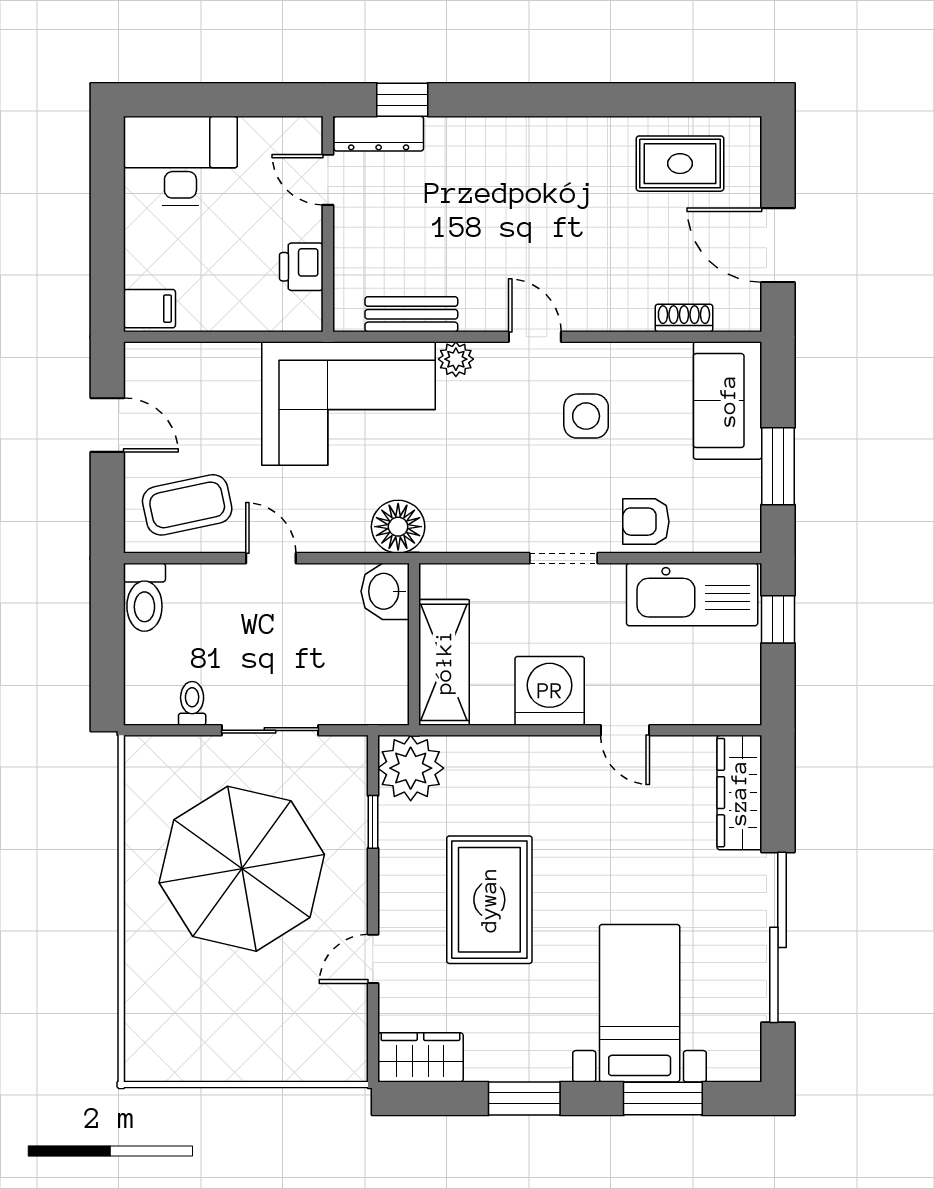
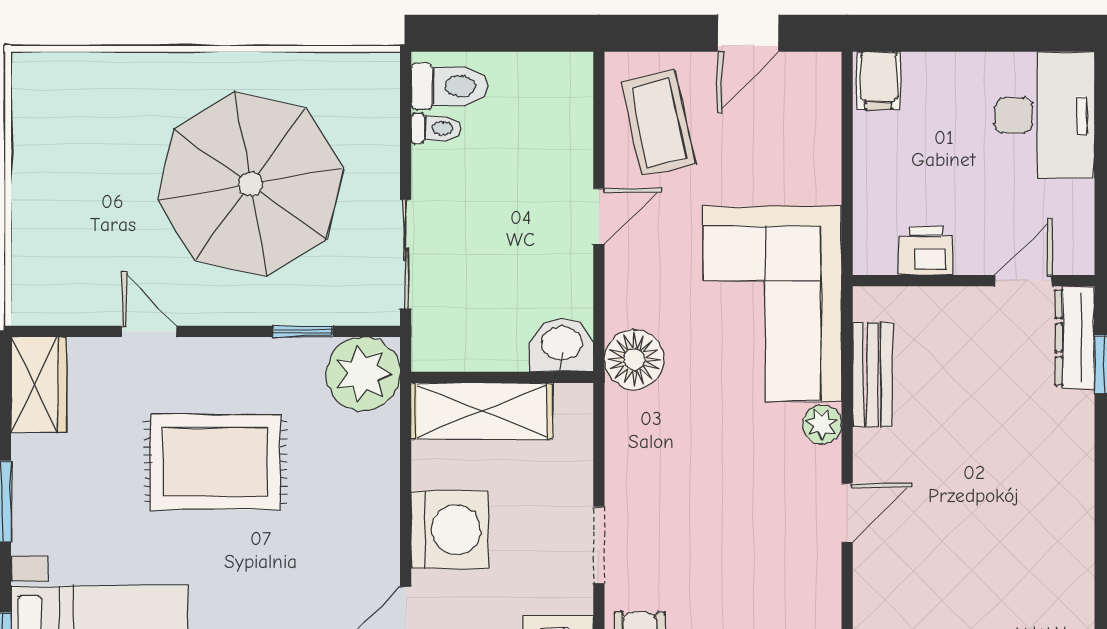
side table: (586, 416) -> (758, 570), removed
toilet: (144, 597) -> (449, 86), moved, turned 180
sliding door: (270, 730) -> (406, 254), moved

